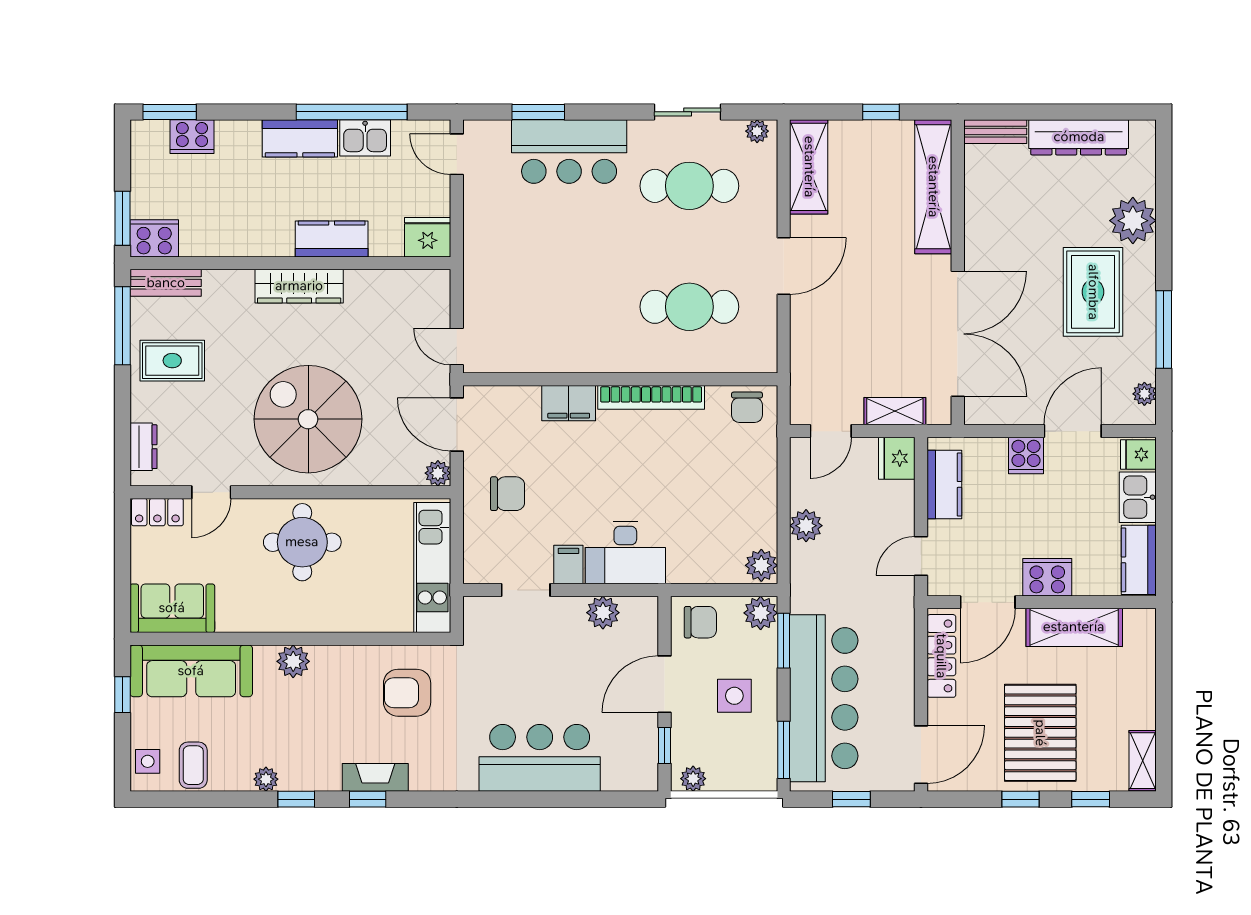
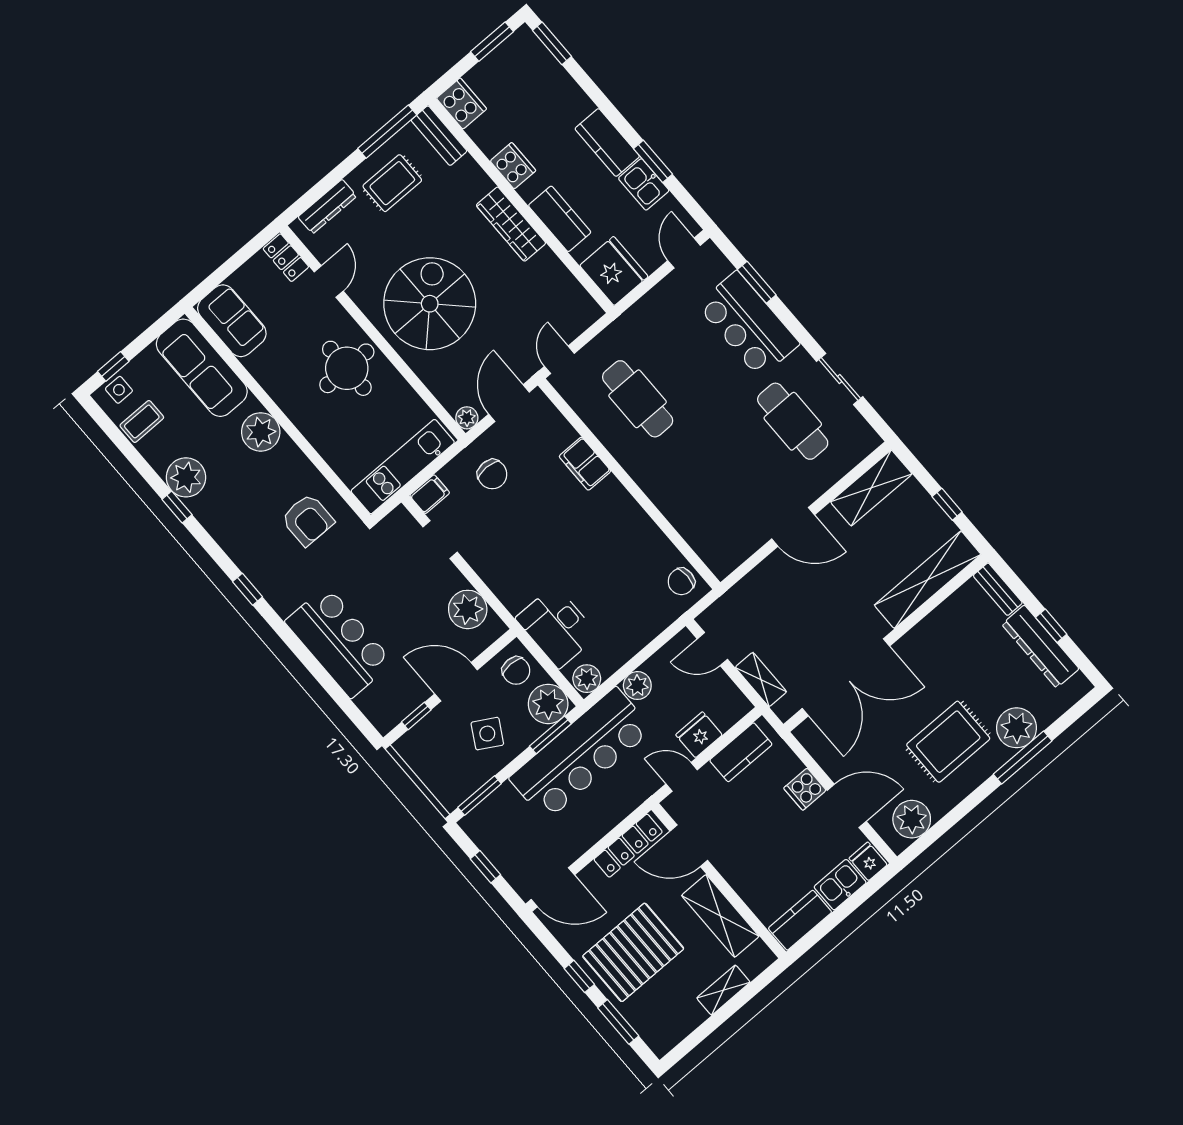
window: (352, 112) -> (653, 161), width x0.47
window: (1068, 112) -> (1051, 626), added
plant: (757, 131) -> (866, 435), removed
cooker: (192, 137) -> (513, 166), moved, turned 180
window: (122, 218) -> (492, 42), moved
fridge: (428, 237) -> (614, 271), width x1.36, depth x1.34
cafe table: (689, 307) -> (638, 399), moved
window: (1164, 330) -> (1023, 758), moved
rug: (172, 361) -> (392, 183), turned 90
plant: (1144, 394) -> (912, 819), width x1.88, depth x1.88
bookcase: (651, 397) -> (634, 514), removed
dresser: (144, 447) -> (327, 207), width x1.44
fridge: (897, 458) -> (699, 735), moved
door: (211, 492) -> (329, 282), swing flipped
desk: (625, 552) -> (557, 627), moved
filing cabinet: (568, 564) -> (430, 494), moved
cooker: (1047, 577) -> (738, 870), removed
plant: (603, 613) -> (468, 609), width x1.36, depth x1.36
plant: (761, 613) -> (548, 704), width x1.36, depth x1.36
plant: (293, 661) -> (261, 432), width x1.36, depth x1.36
armchair: (407, 693) -> (308, 520), turned 180
window: (122, 695) -> (113, 366), moved
side table: (734, 696) -> (487, 734), turned 30
bar counter: (824, 698) -> (581, 754), moved
shelving: (1143, 761) -> (723, 990), moved
fireplace: (375, 777) -> (235, 546), removed
plant: (266, 779) -> (186, 477), width x1.87, depth x1.87
plant: (693, 779) -> (411, 753), removed
window: (368, 799) -> (247, 589), moved
window: (1091, 799) -> (618, 1022), width x1.50

